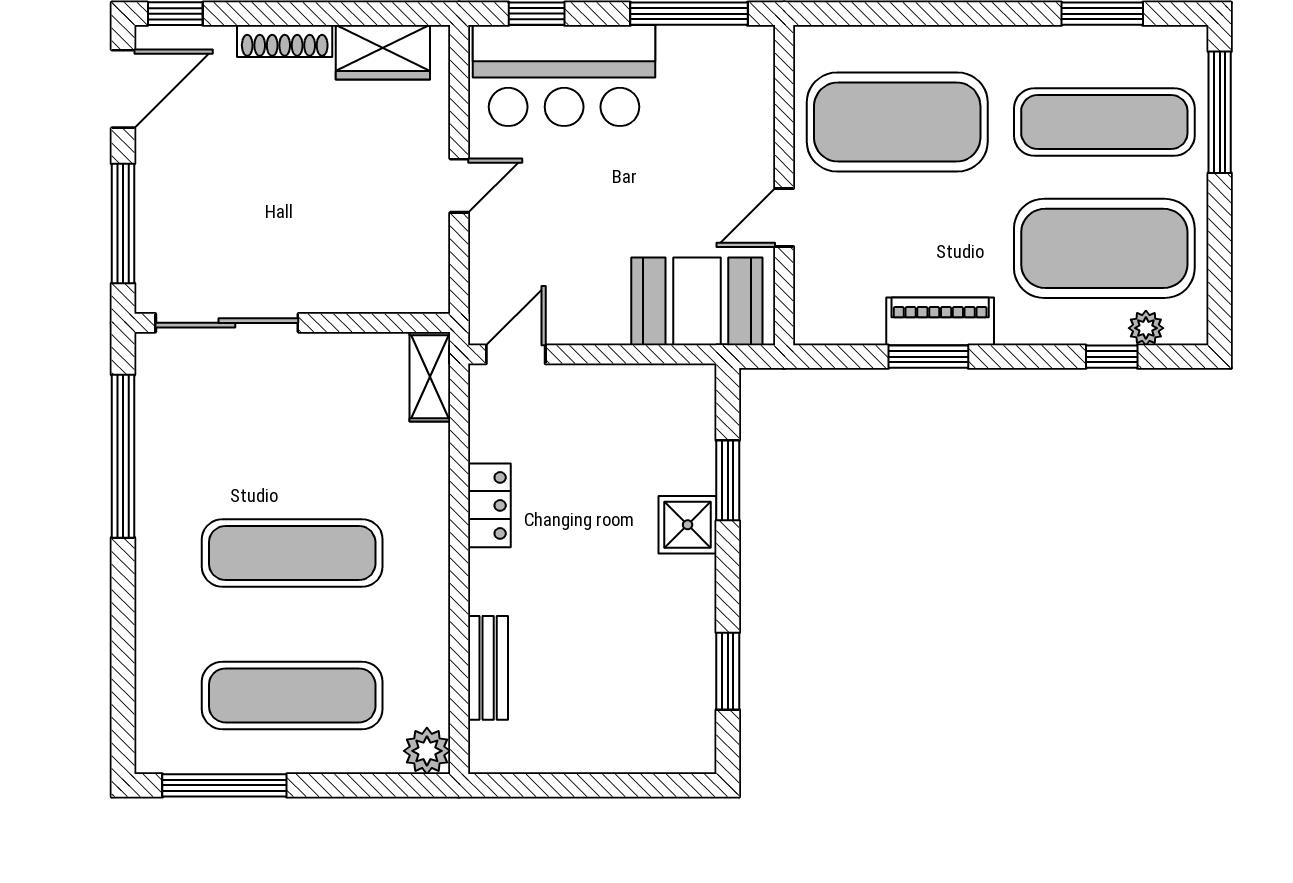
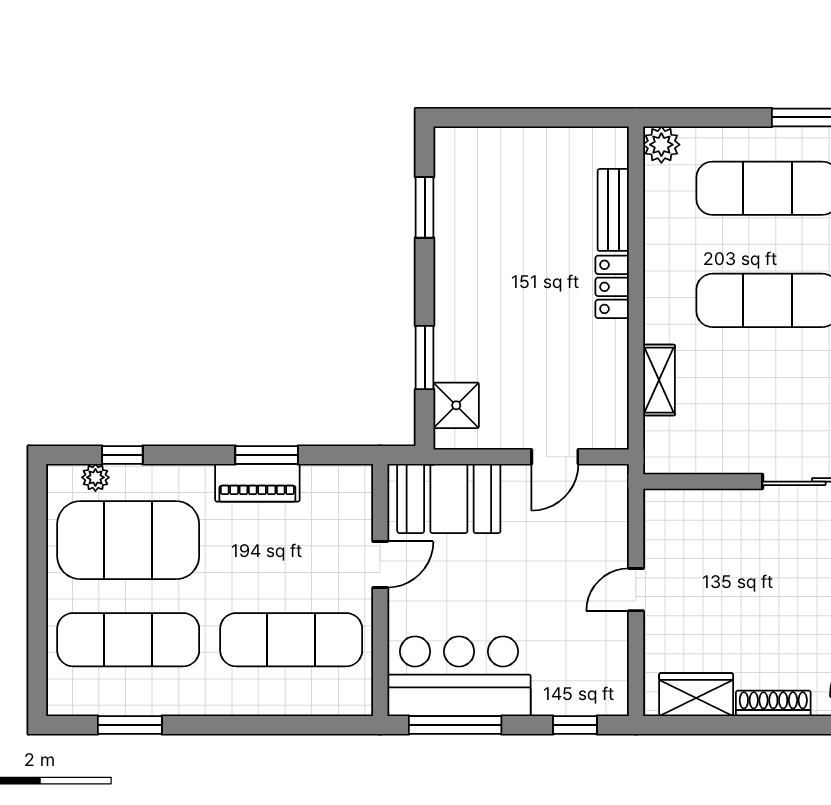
bar counter: (564, 76) -> (459, 676), moved
window: (1220, 112) -> (37, 647), removed
exercise mat: (897, 122) -> (291, 640), width x0.68
door: (516, 354) -> (555, 457), moved
shelving: (430, 377) -> (659, 380), moved
locker: (489, 505) -> (612, 287), moved
shower: (688, 525) -> (456, 405), moved

